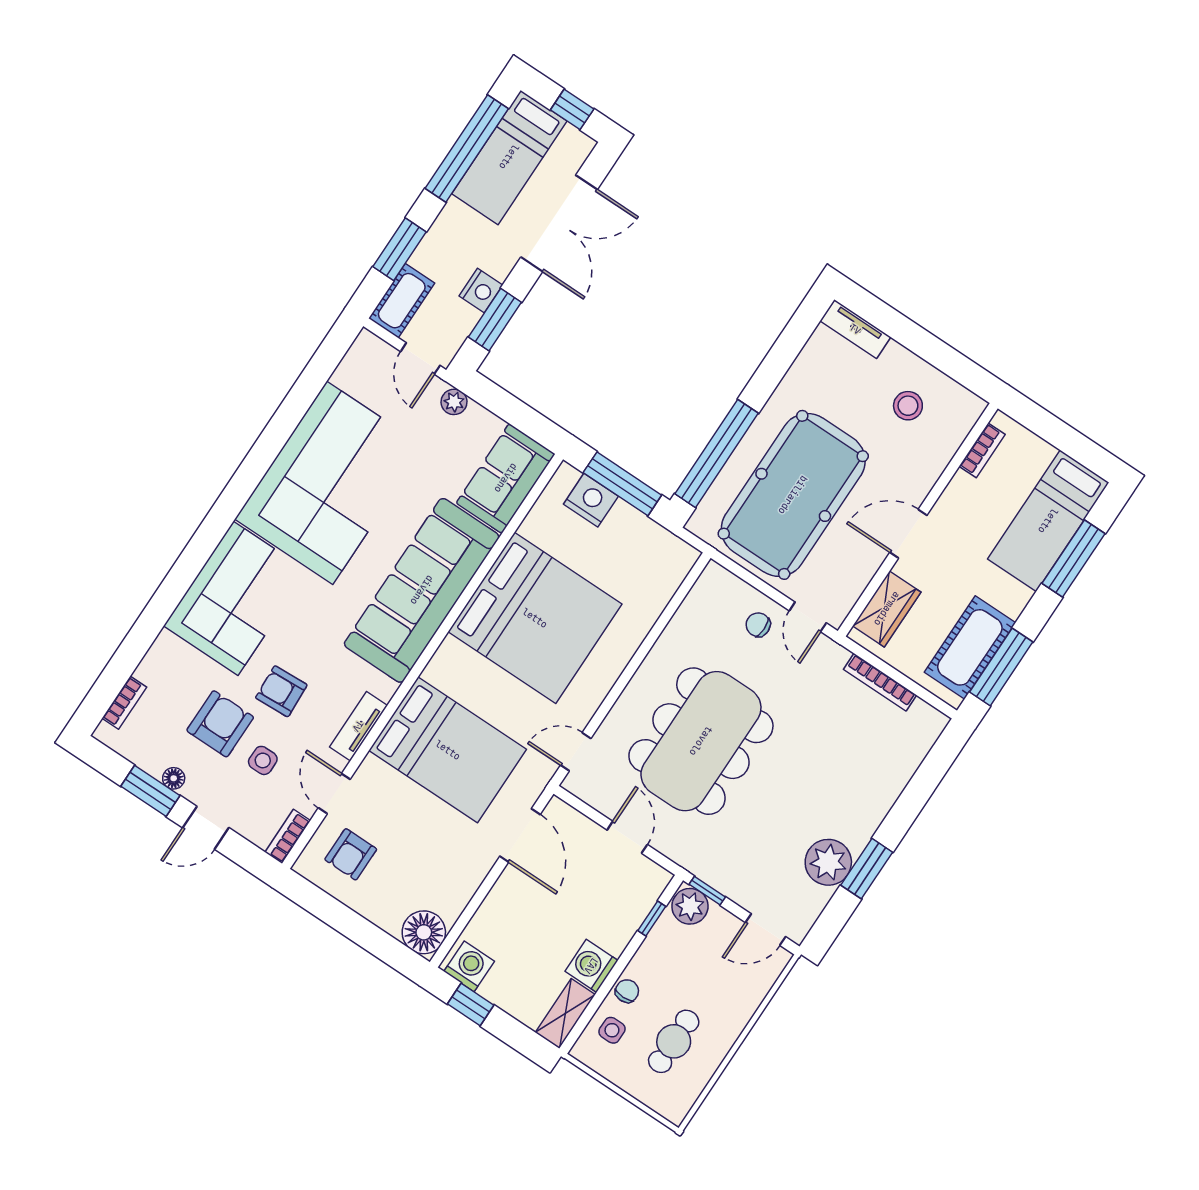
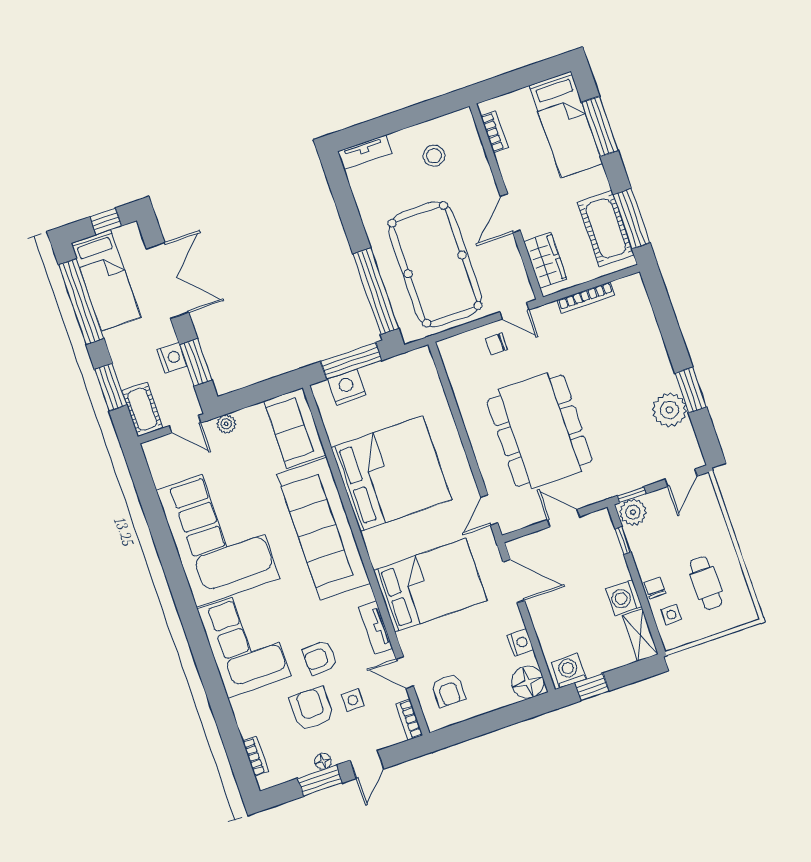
nightstand: (460, 892) -> (520, 643), added

